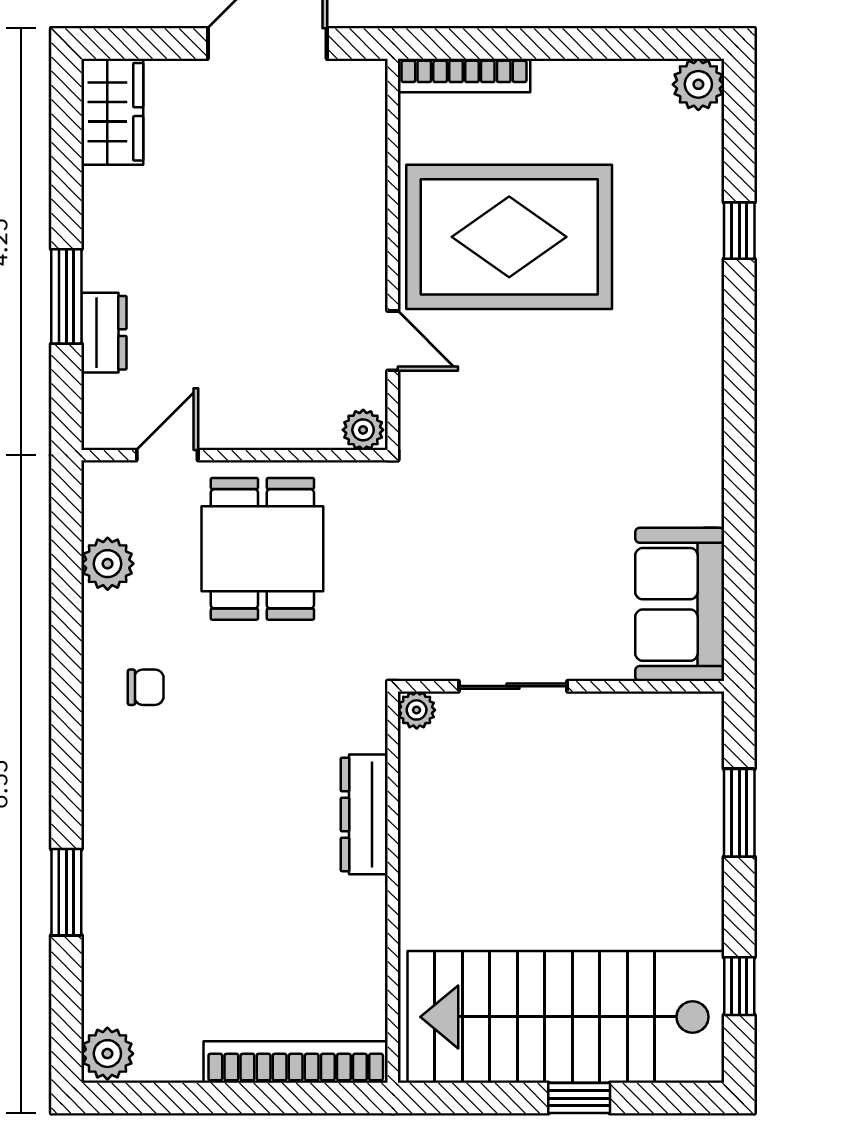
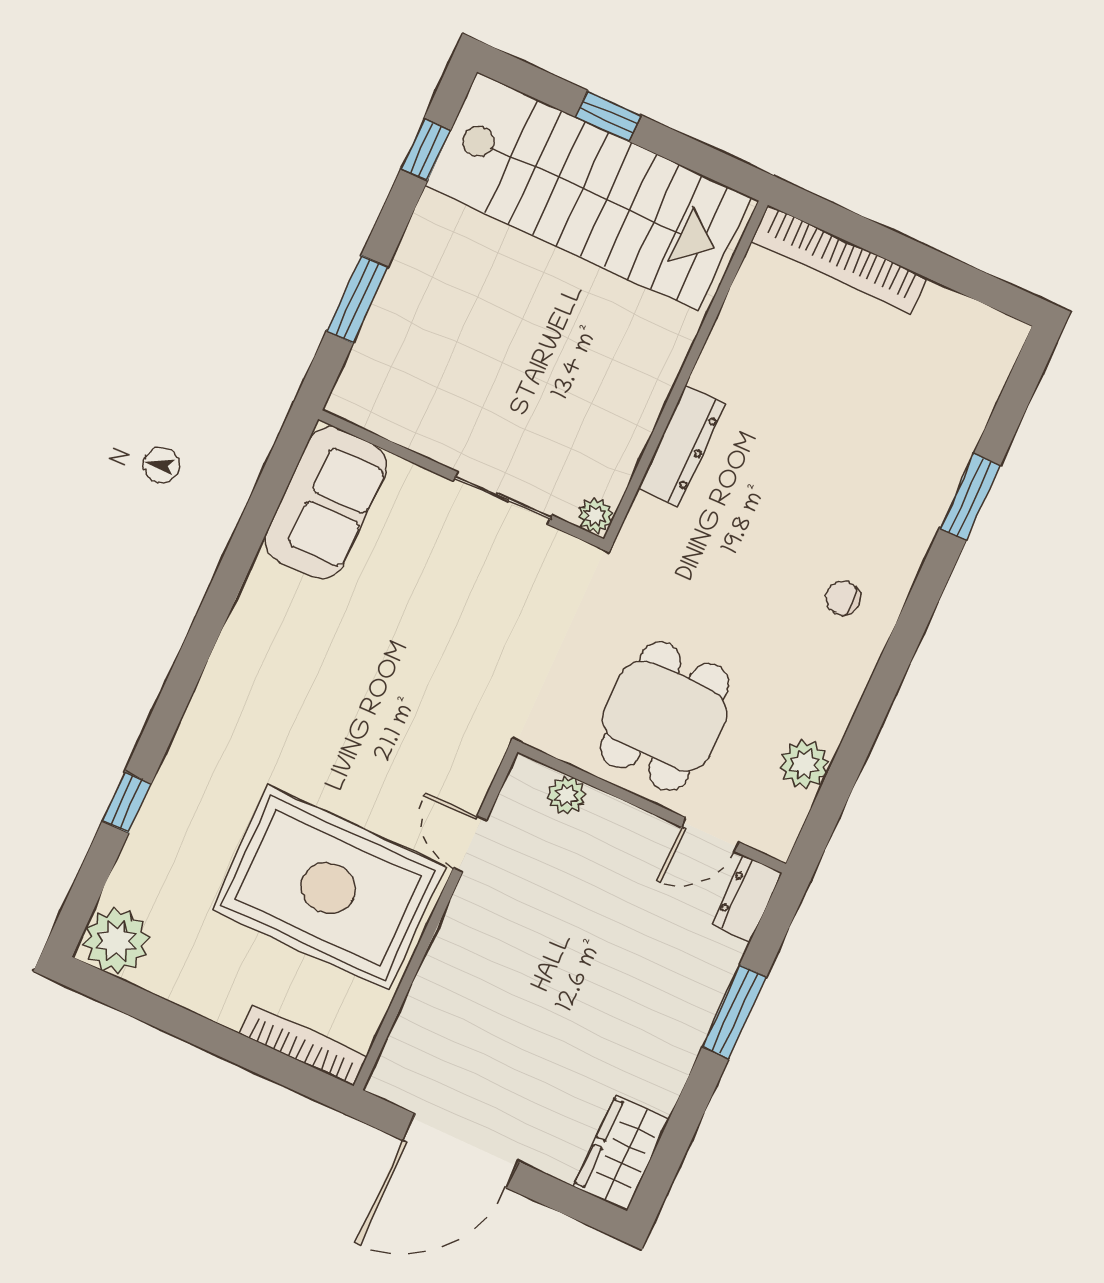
plant: (698, 84) -> (116, 940), width x1.36, depth x1.36
dresser: (104, 333) -> (747, 899), moved
plant: (363, 430) -> (566, 795), moved
chair: (146, 687) -> (843, 598), moved
plant: (107, 1054) -> (998, 341), removed

